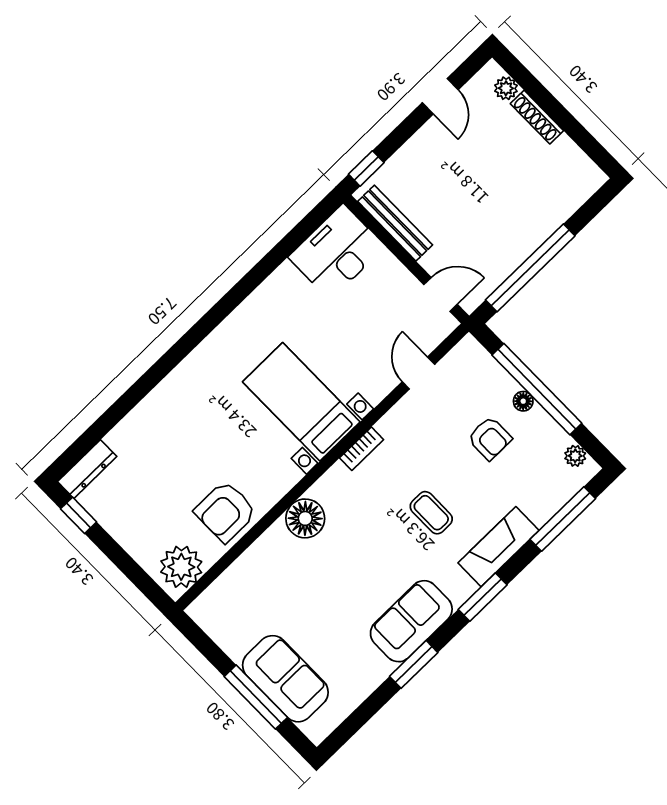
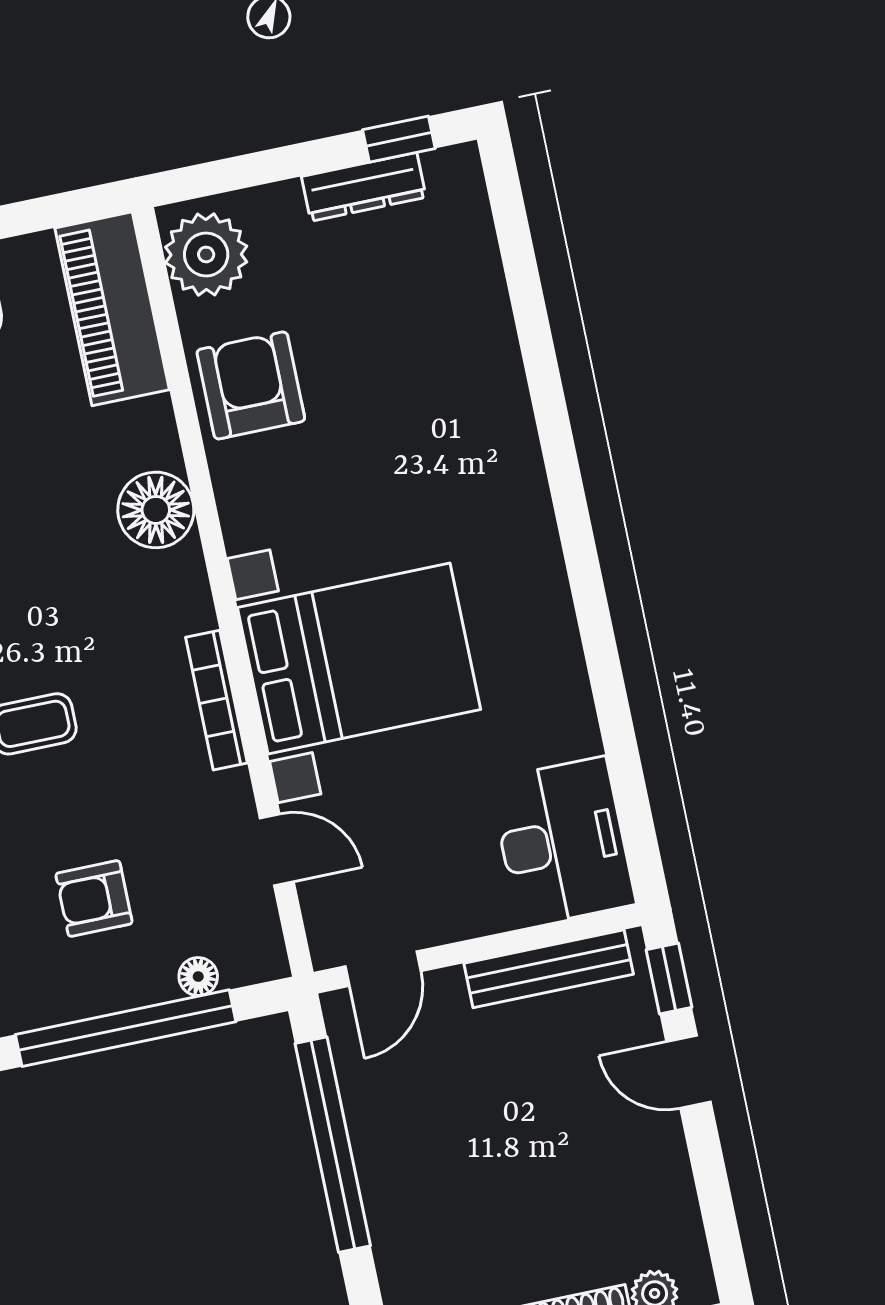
door: (440, 96) -> (689, 1072), moved
floor lamp: (523, 401) -> (198, 977), moved
bed with nightstands: (301, 402) -> (359, 658), width x1.36
bookcase: (362, 449) -> (217, 700), width x1.56
dresser: (87, 469) -> (364, 187), moved, turned -90
piano: (230, 592) -> (112, 309), added

